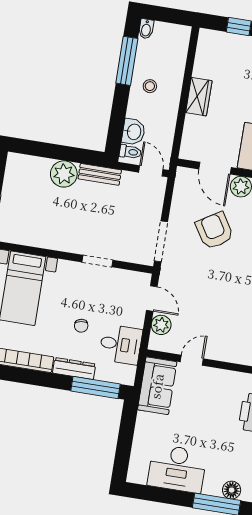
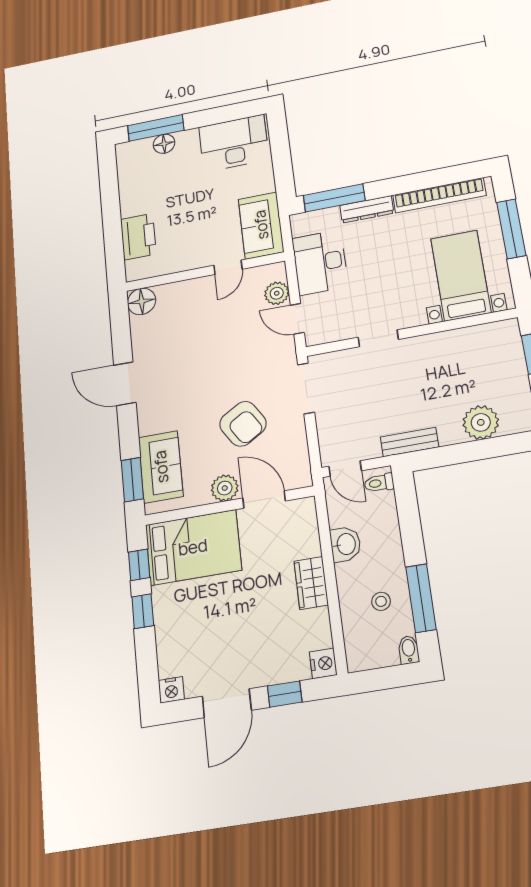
nightstand: (207, 39) -> (323, 663), added
stool: (150, 86) -> (381, 601), moved
washbasin: (133, 132) -> (345, 544), moved, turned 180
plant: (64, 174) -> (481, 422), moved
chair: (81, 326) -> (374, 259), removed
desk: (121, 345) -> (320, 262), width x1.37
desk: (177, 469) -> (234, 143), moved
floor lamp: (232, 490) -> (164, 144), moved

